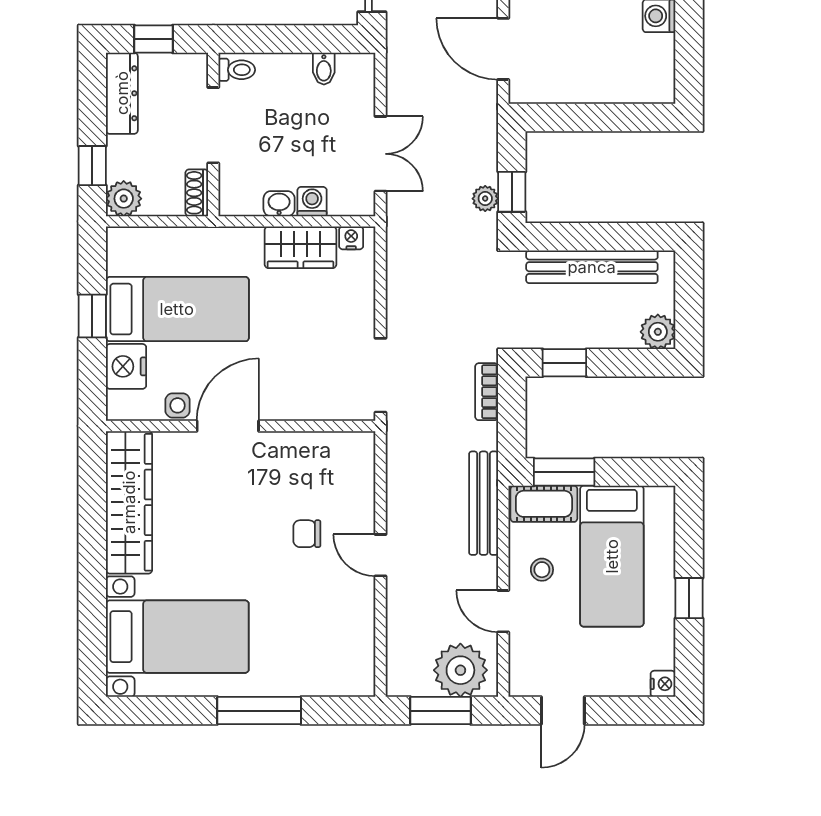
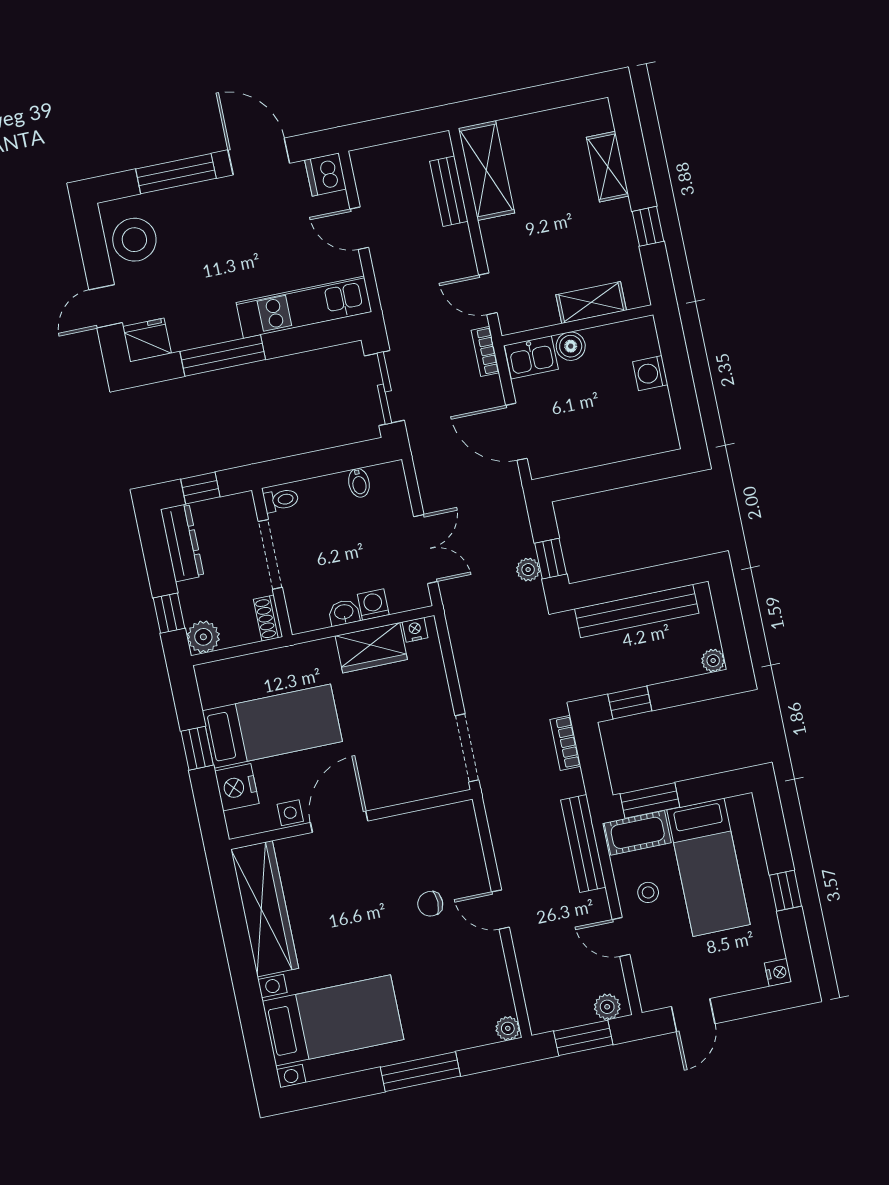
plant: (658, 332) -> (713, 661), width x0.73, depth x0.73
plant: (460, 670) -> (607, 1007), width x0.53, depth x0.53
plant: (362, 684) -> (508, 1028), added

